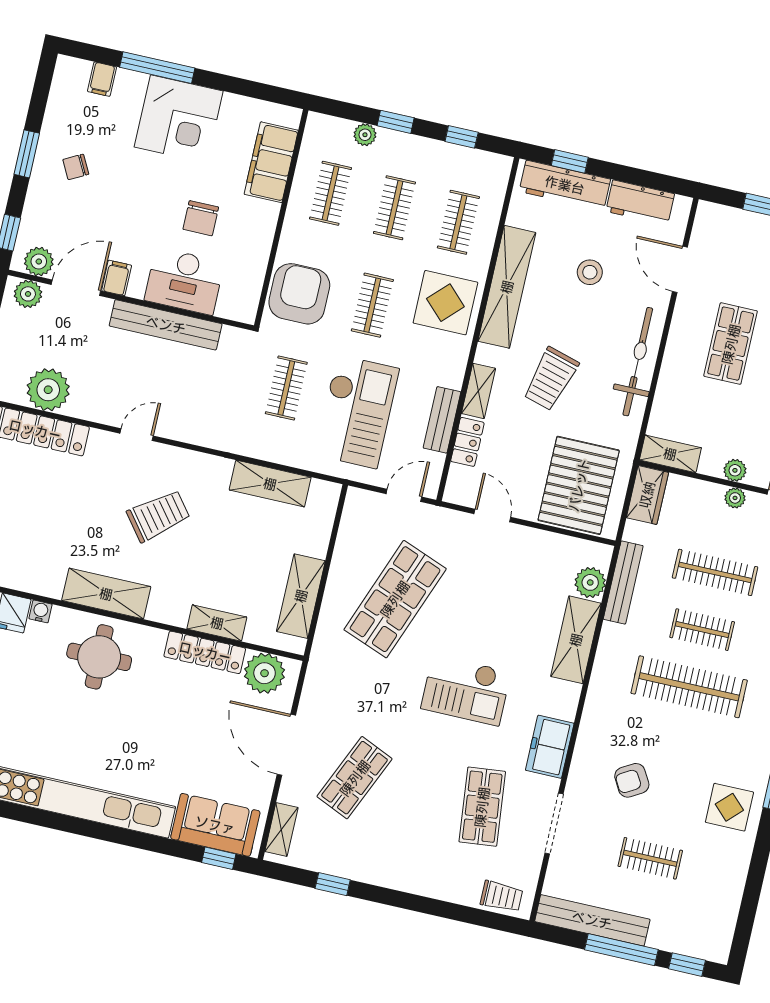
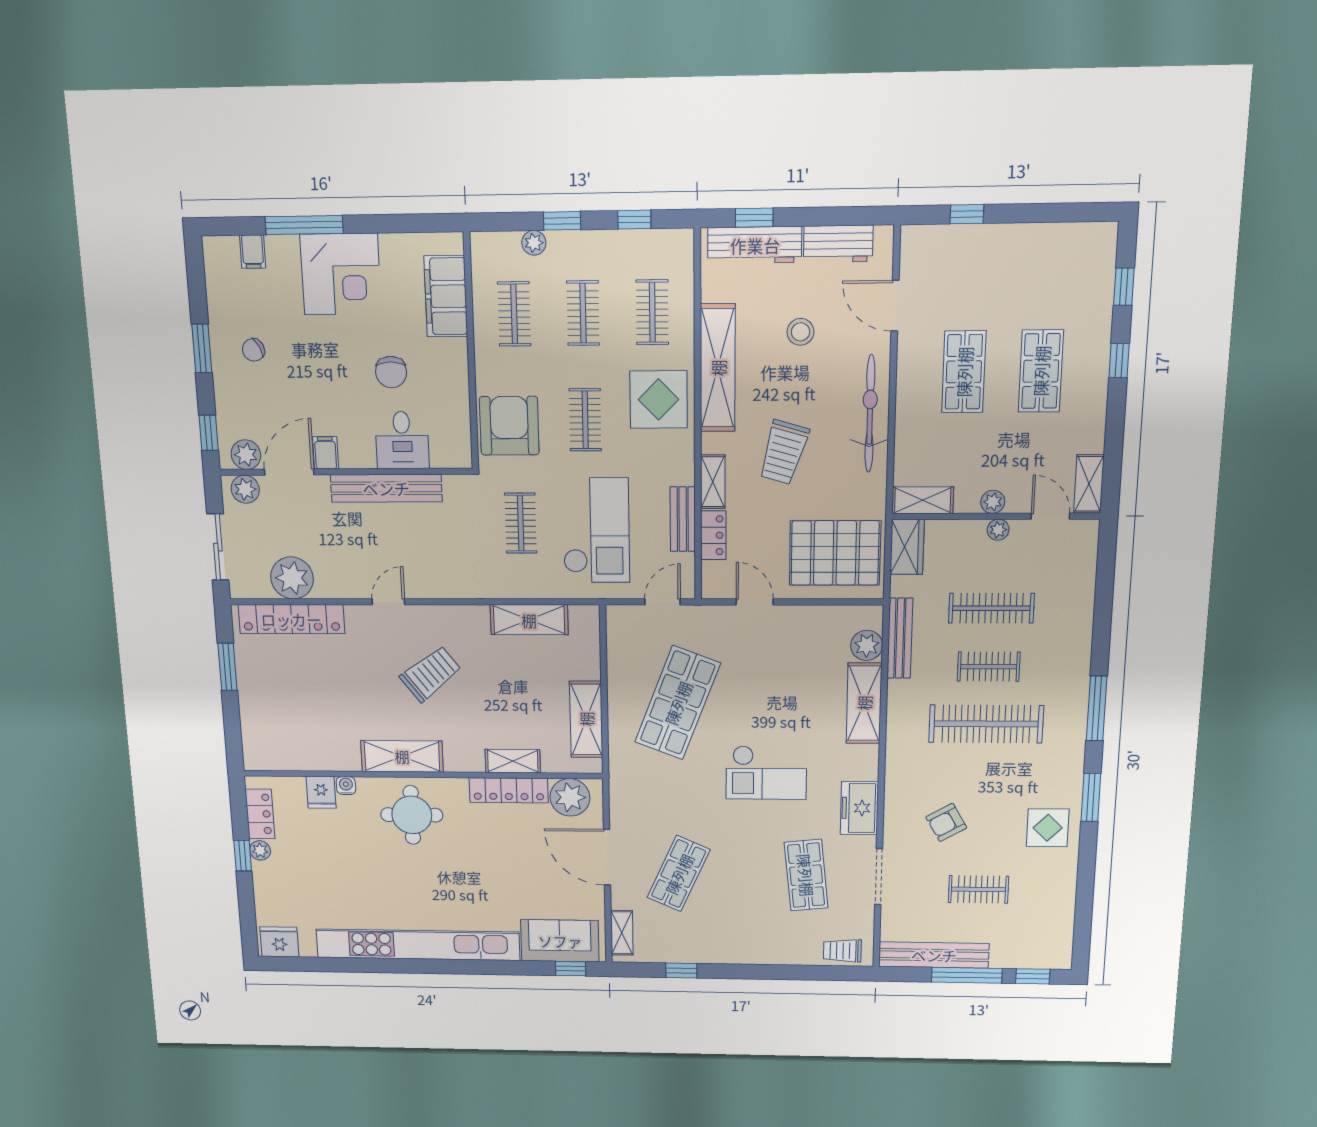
desk: (184, 281) -> (402, 440), width x0.73
pallet: (579, 485) -> (835, 553), turned 90
trolley: (501, 896) -> (842, 951), turned 180

